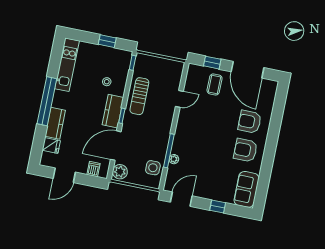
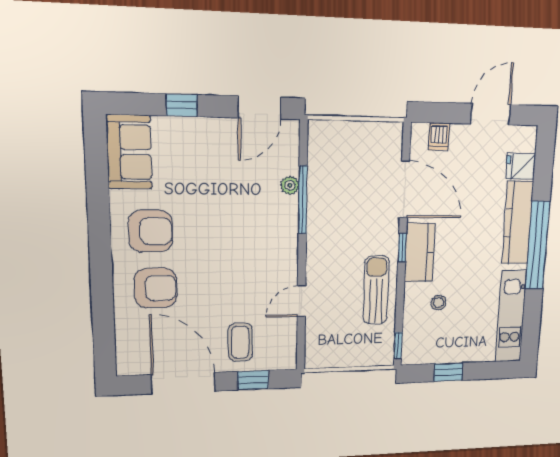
kitchen counter: (55, 123) -> (518, 223), width x1.50
door: (116, 146) -> (405, 190), hinge flipped
side table: (153, 168) -> (327, 161), removed
plant: (120, 172) -> (389, 141), removed

